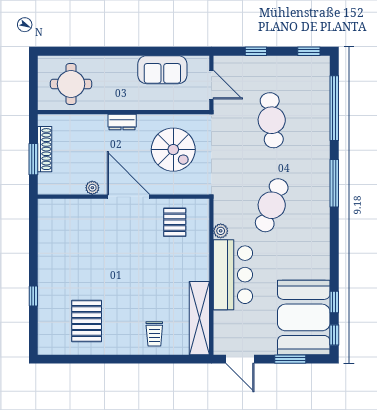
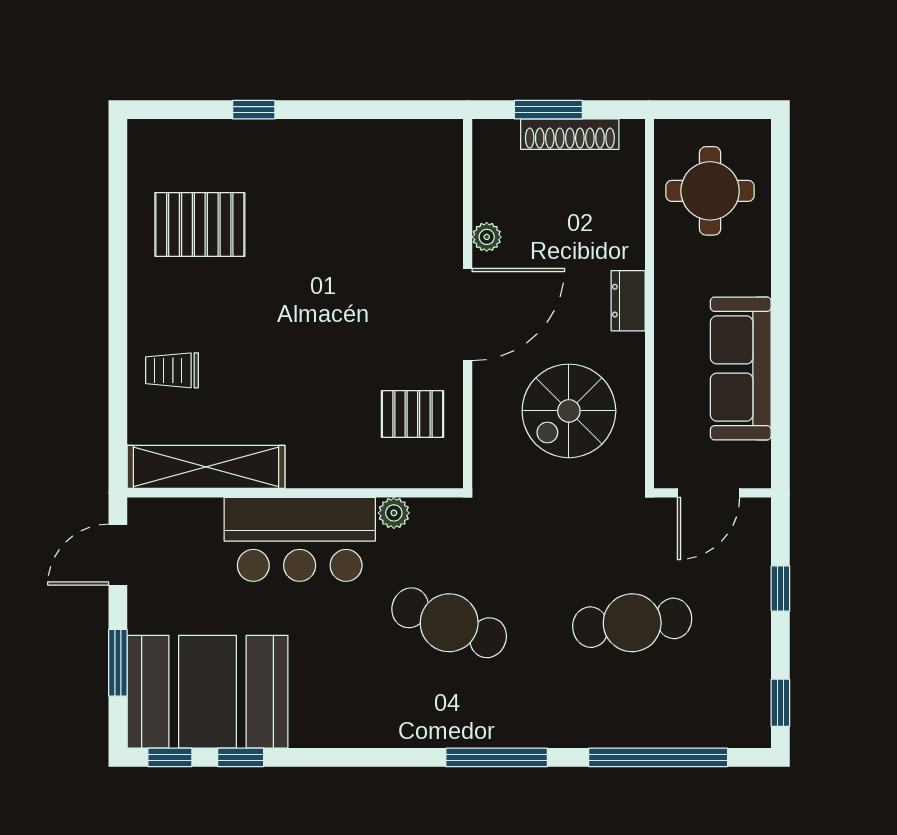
sofa: (162, 70) -> (741, 369), width x1.36

